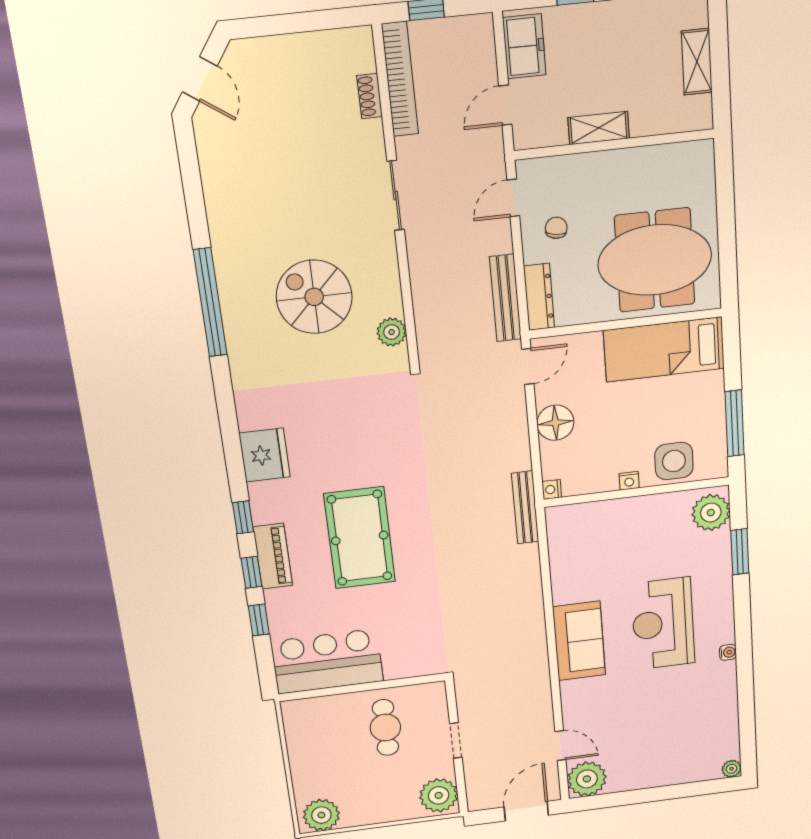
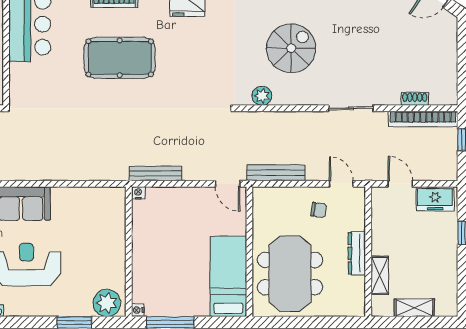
shelving: (599, 128) -> (380, 275), moved
dresser: (539, 297) -> (357, 253), moved, turned 90
floor lamp: (555, 423) -> (186, 199), removed
side table: (674, 461) -> (148, 279), removed
nightstand: (629, 481) -> (138, 310), moved
bench: (525, 507) -> (155, 174), moved

